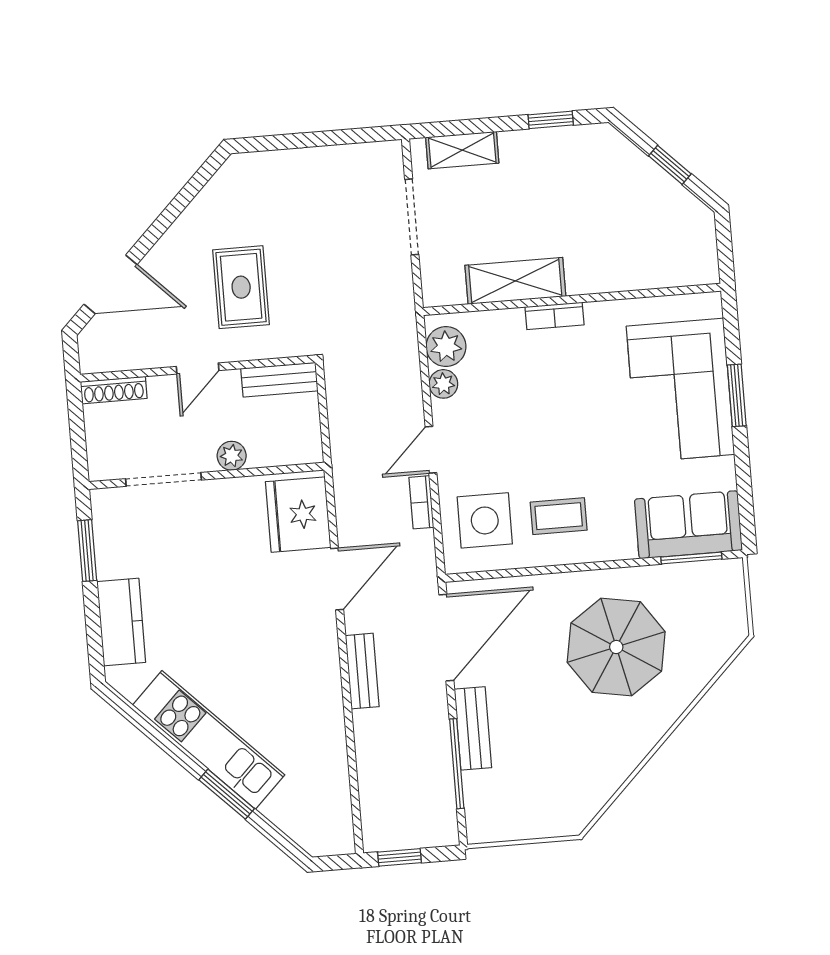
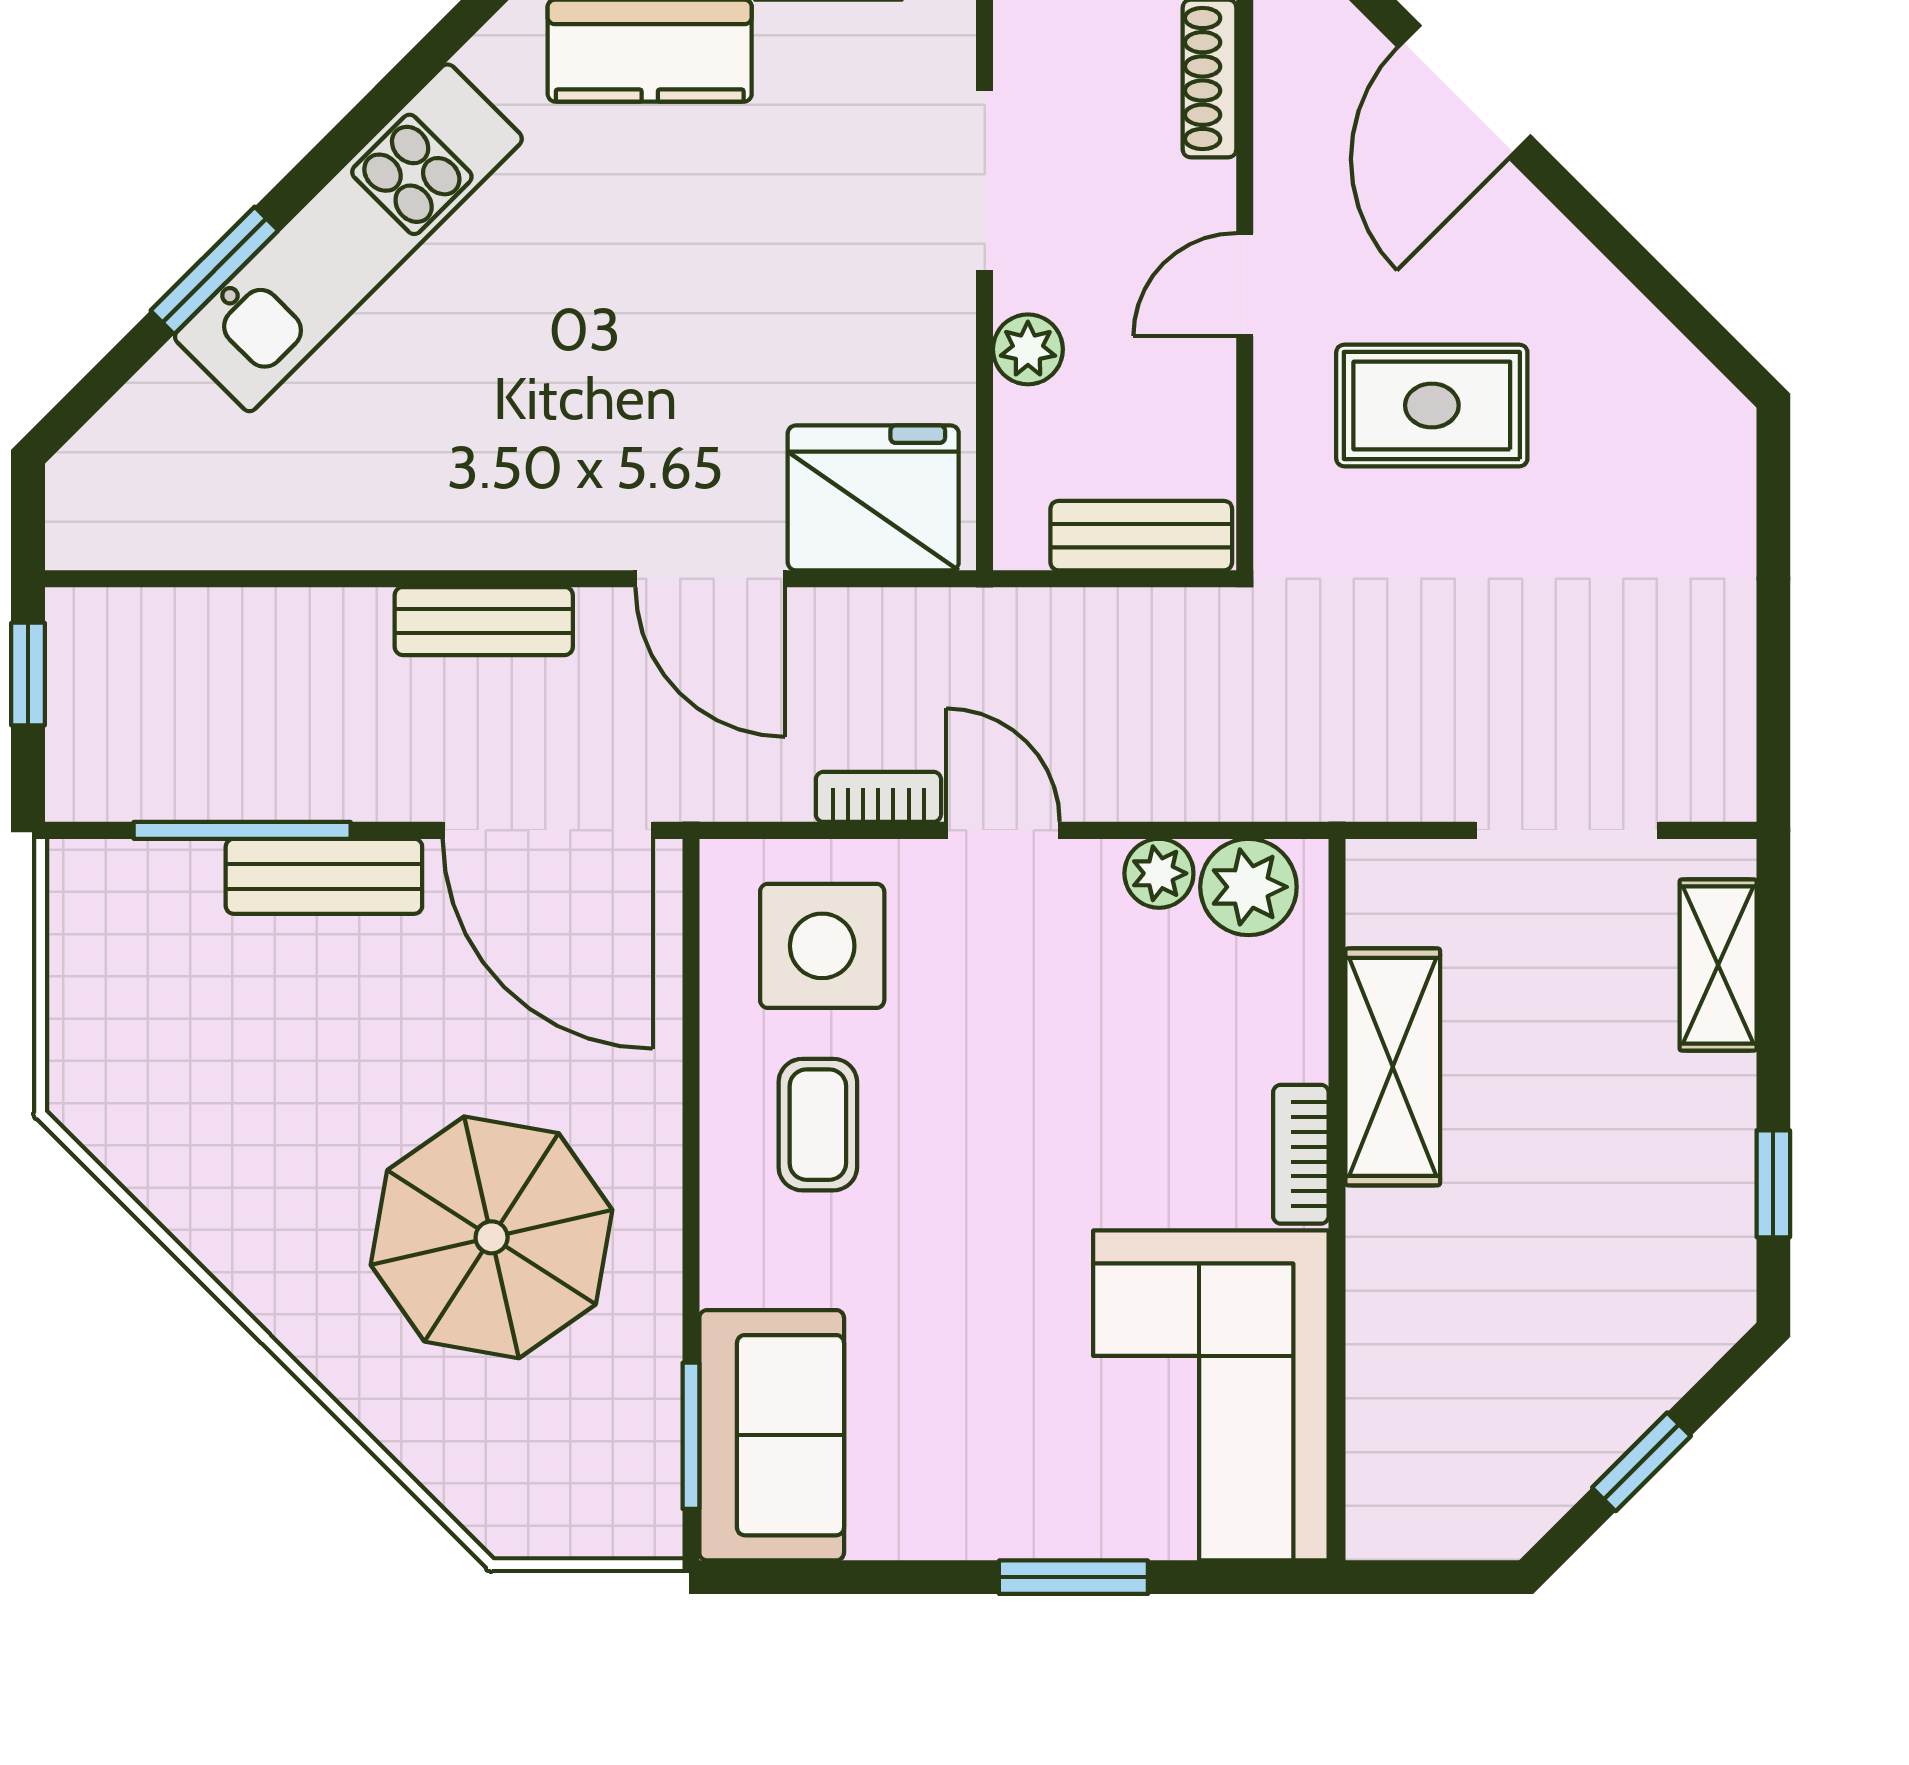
door: (198, 369) -> (1245, 285), hinge flipped
bench: (279, 380) -> (1141, 536), moved, turned 90
corner sofa: (680, 390) -> (1211, 1395), moved, turned -90

